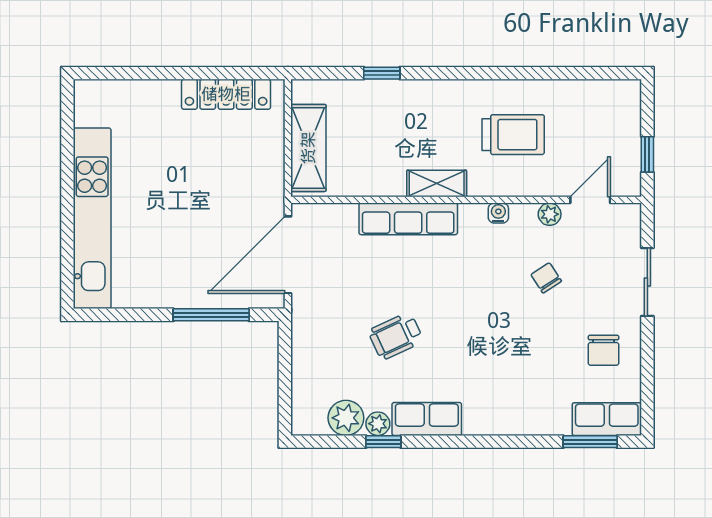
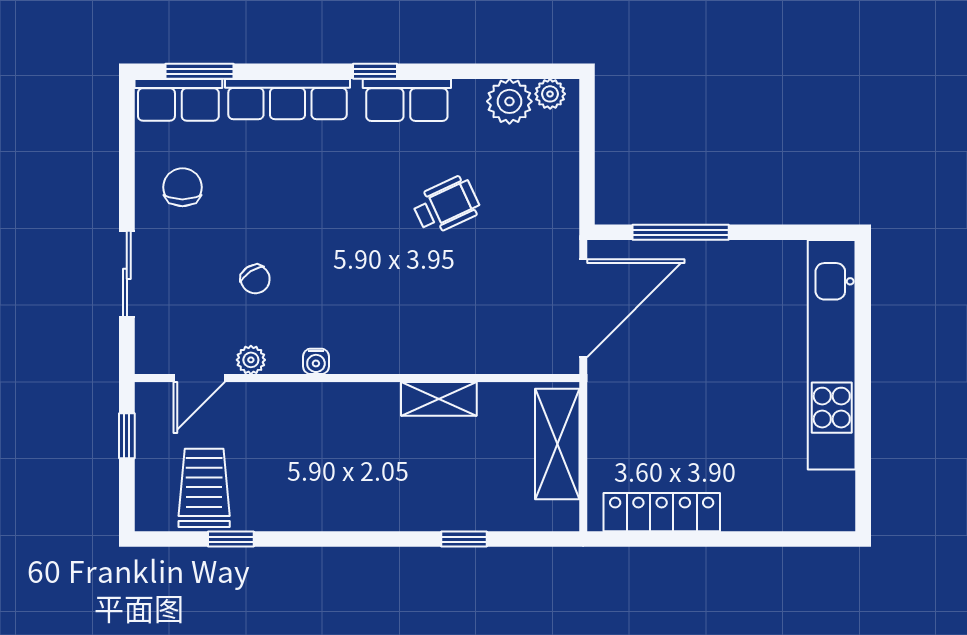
window: (565, 73) -> (231, 539), added
trolley: (513, 135) -> (204, 488), moved, turned 90
shelving: (437, 184) -> (439, 399), moved
row of seats: (408, 219) -> (288, 99), moved, turned 180
plant: (378, 424) -> (550, 94), moved
window: (383, 442) -> (375, 71), moved

